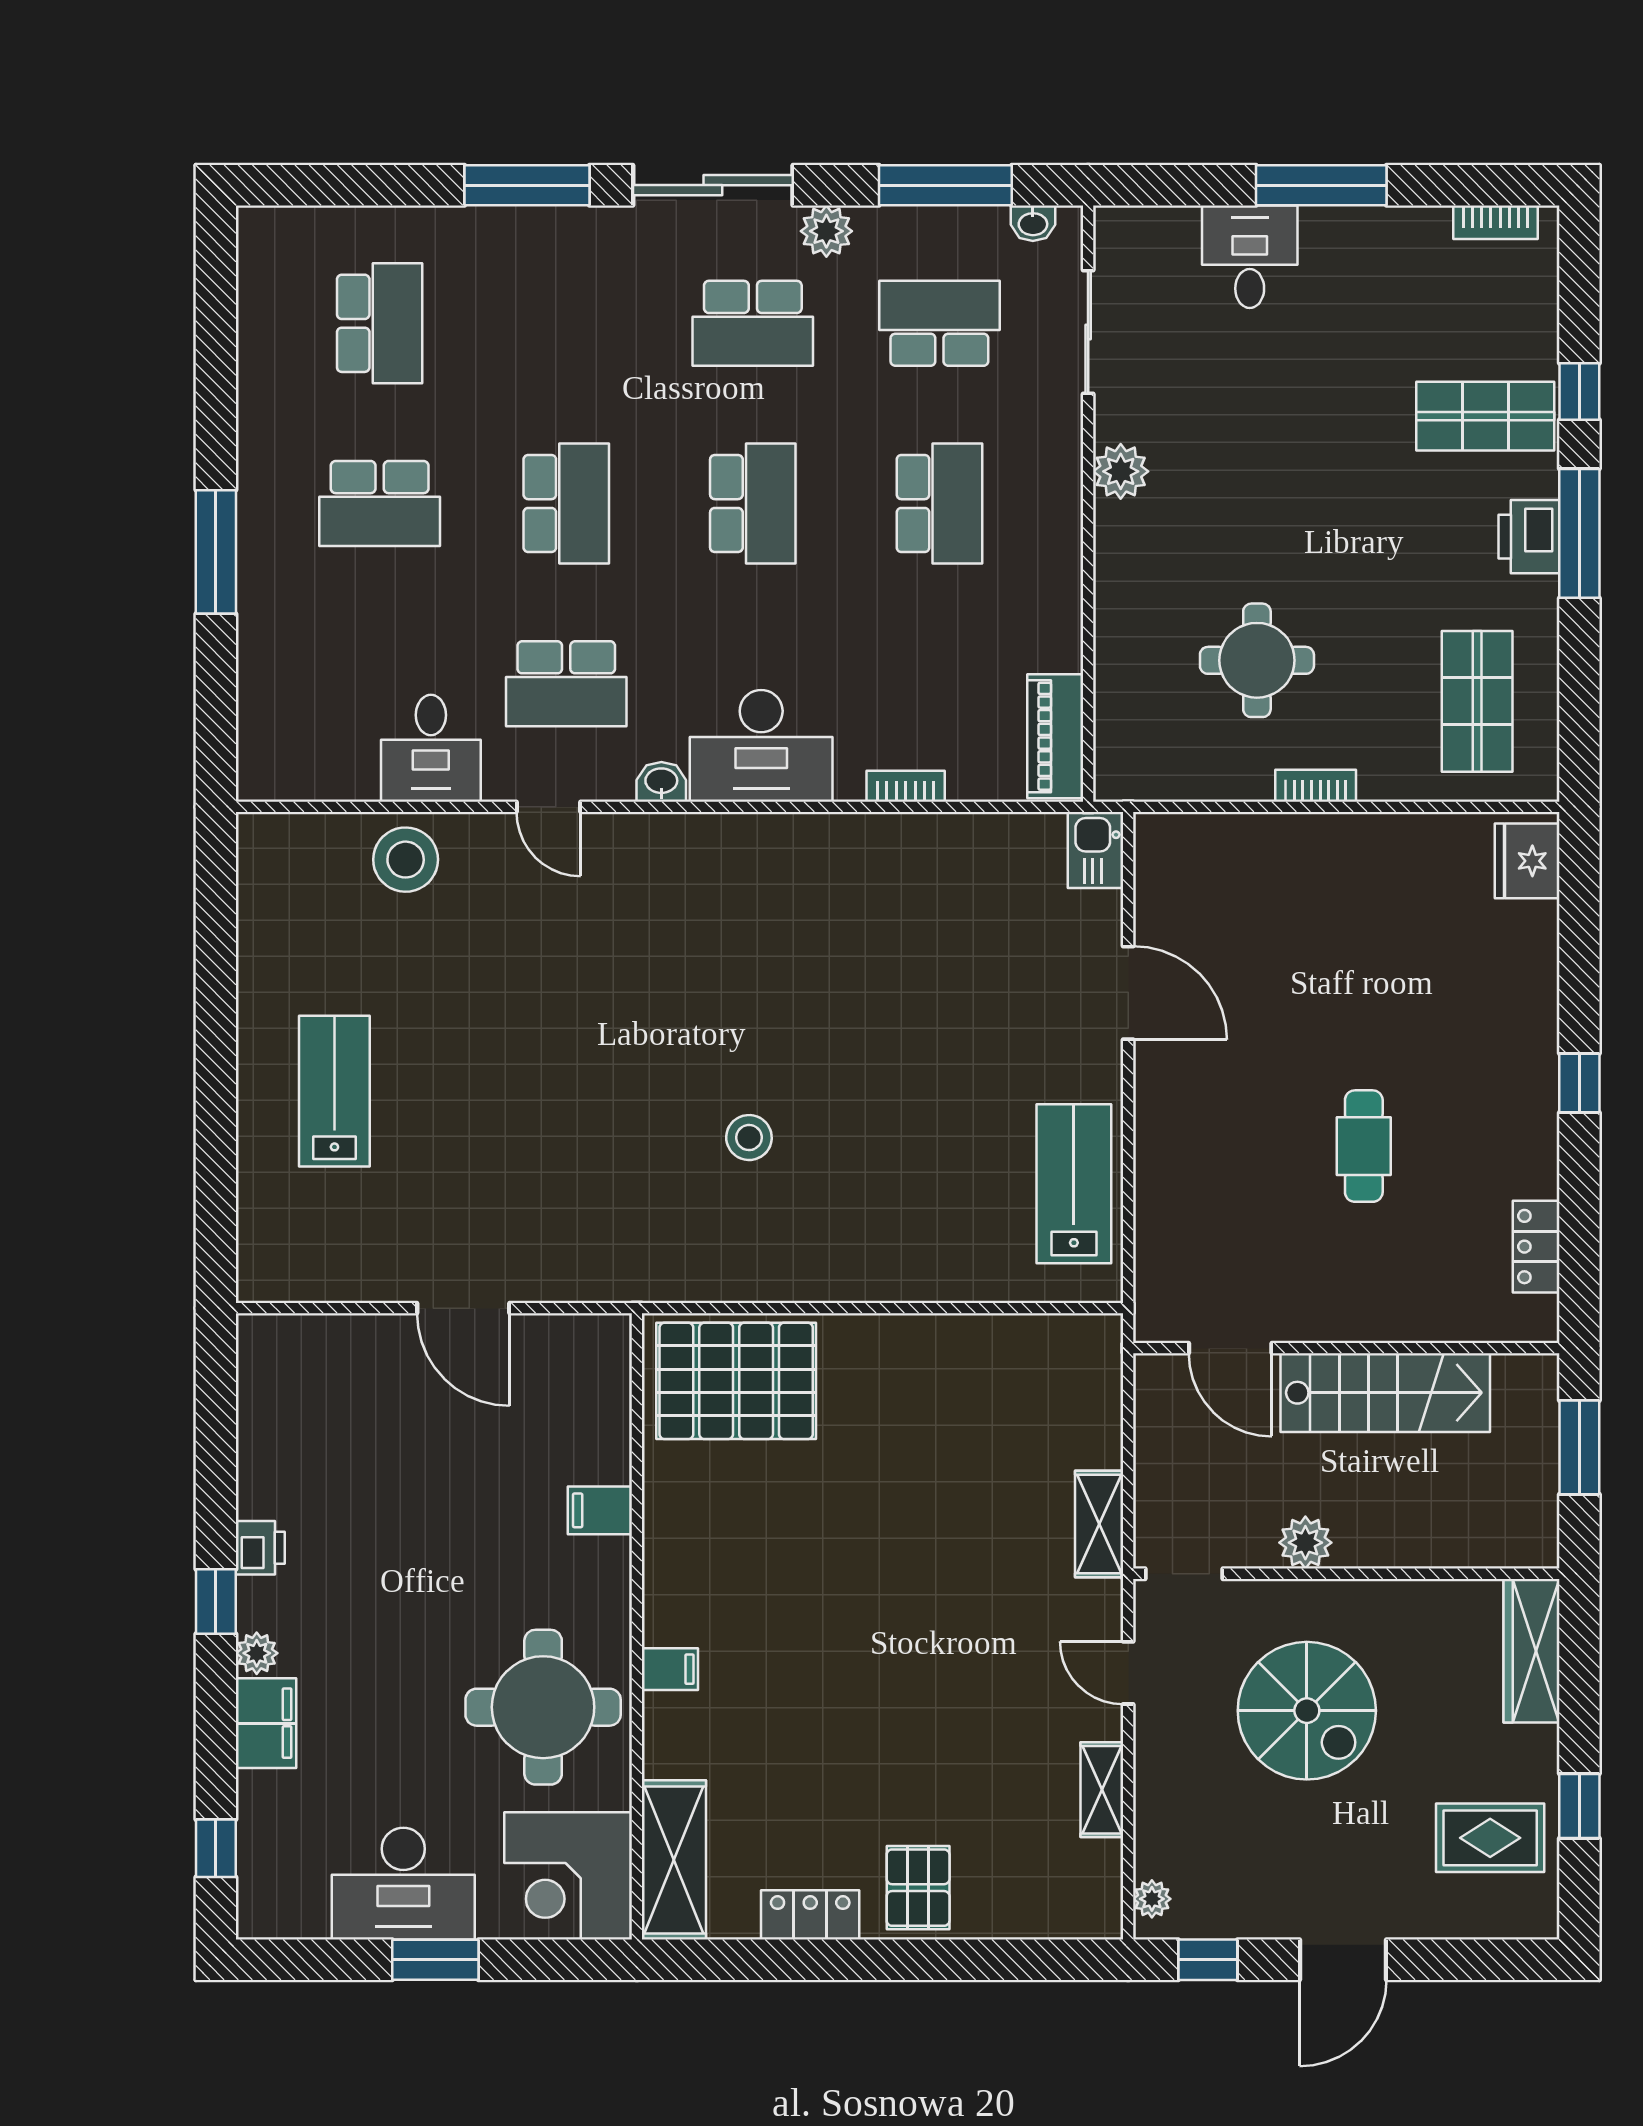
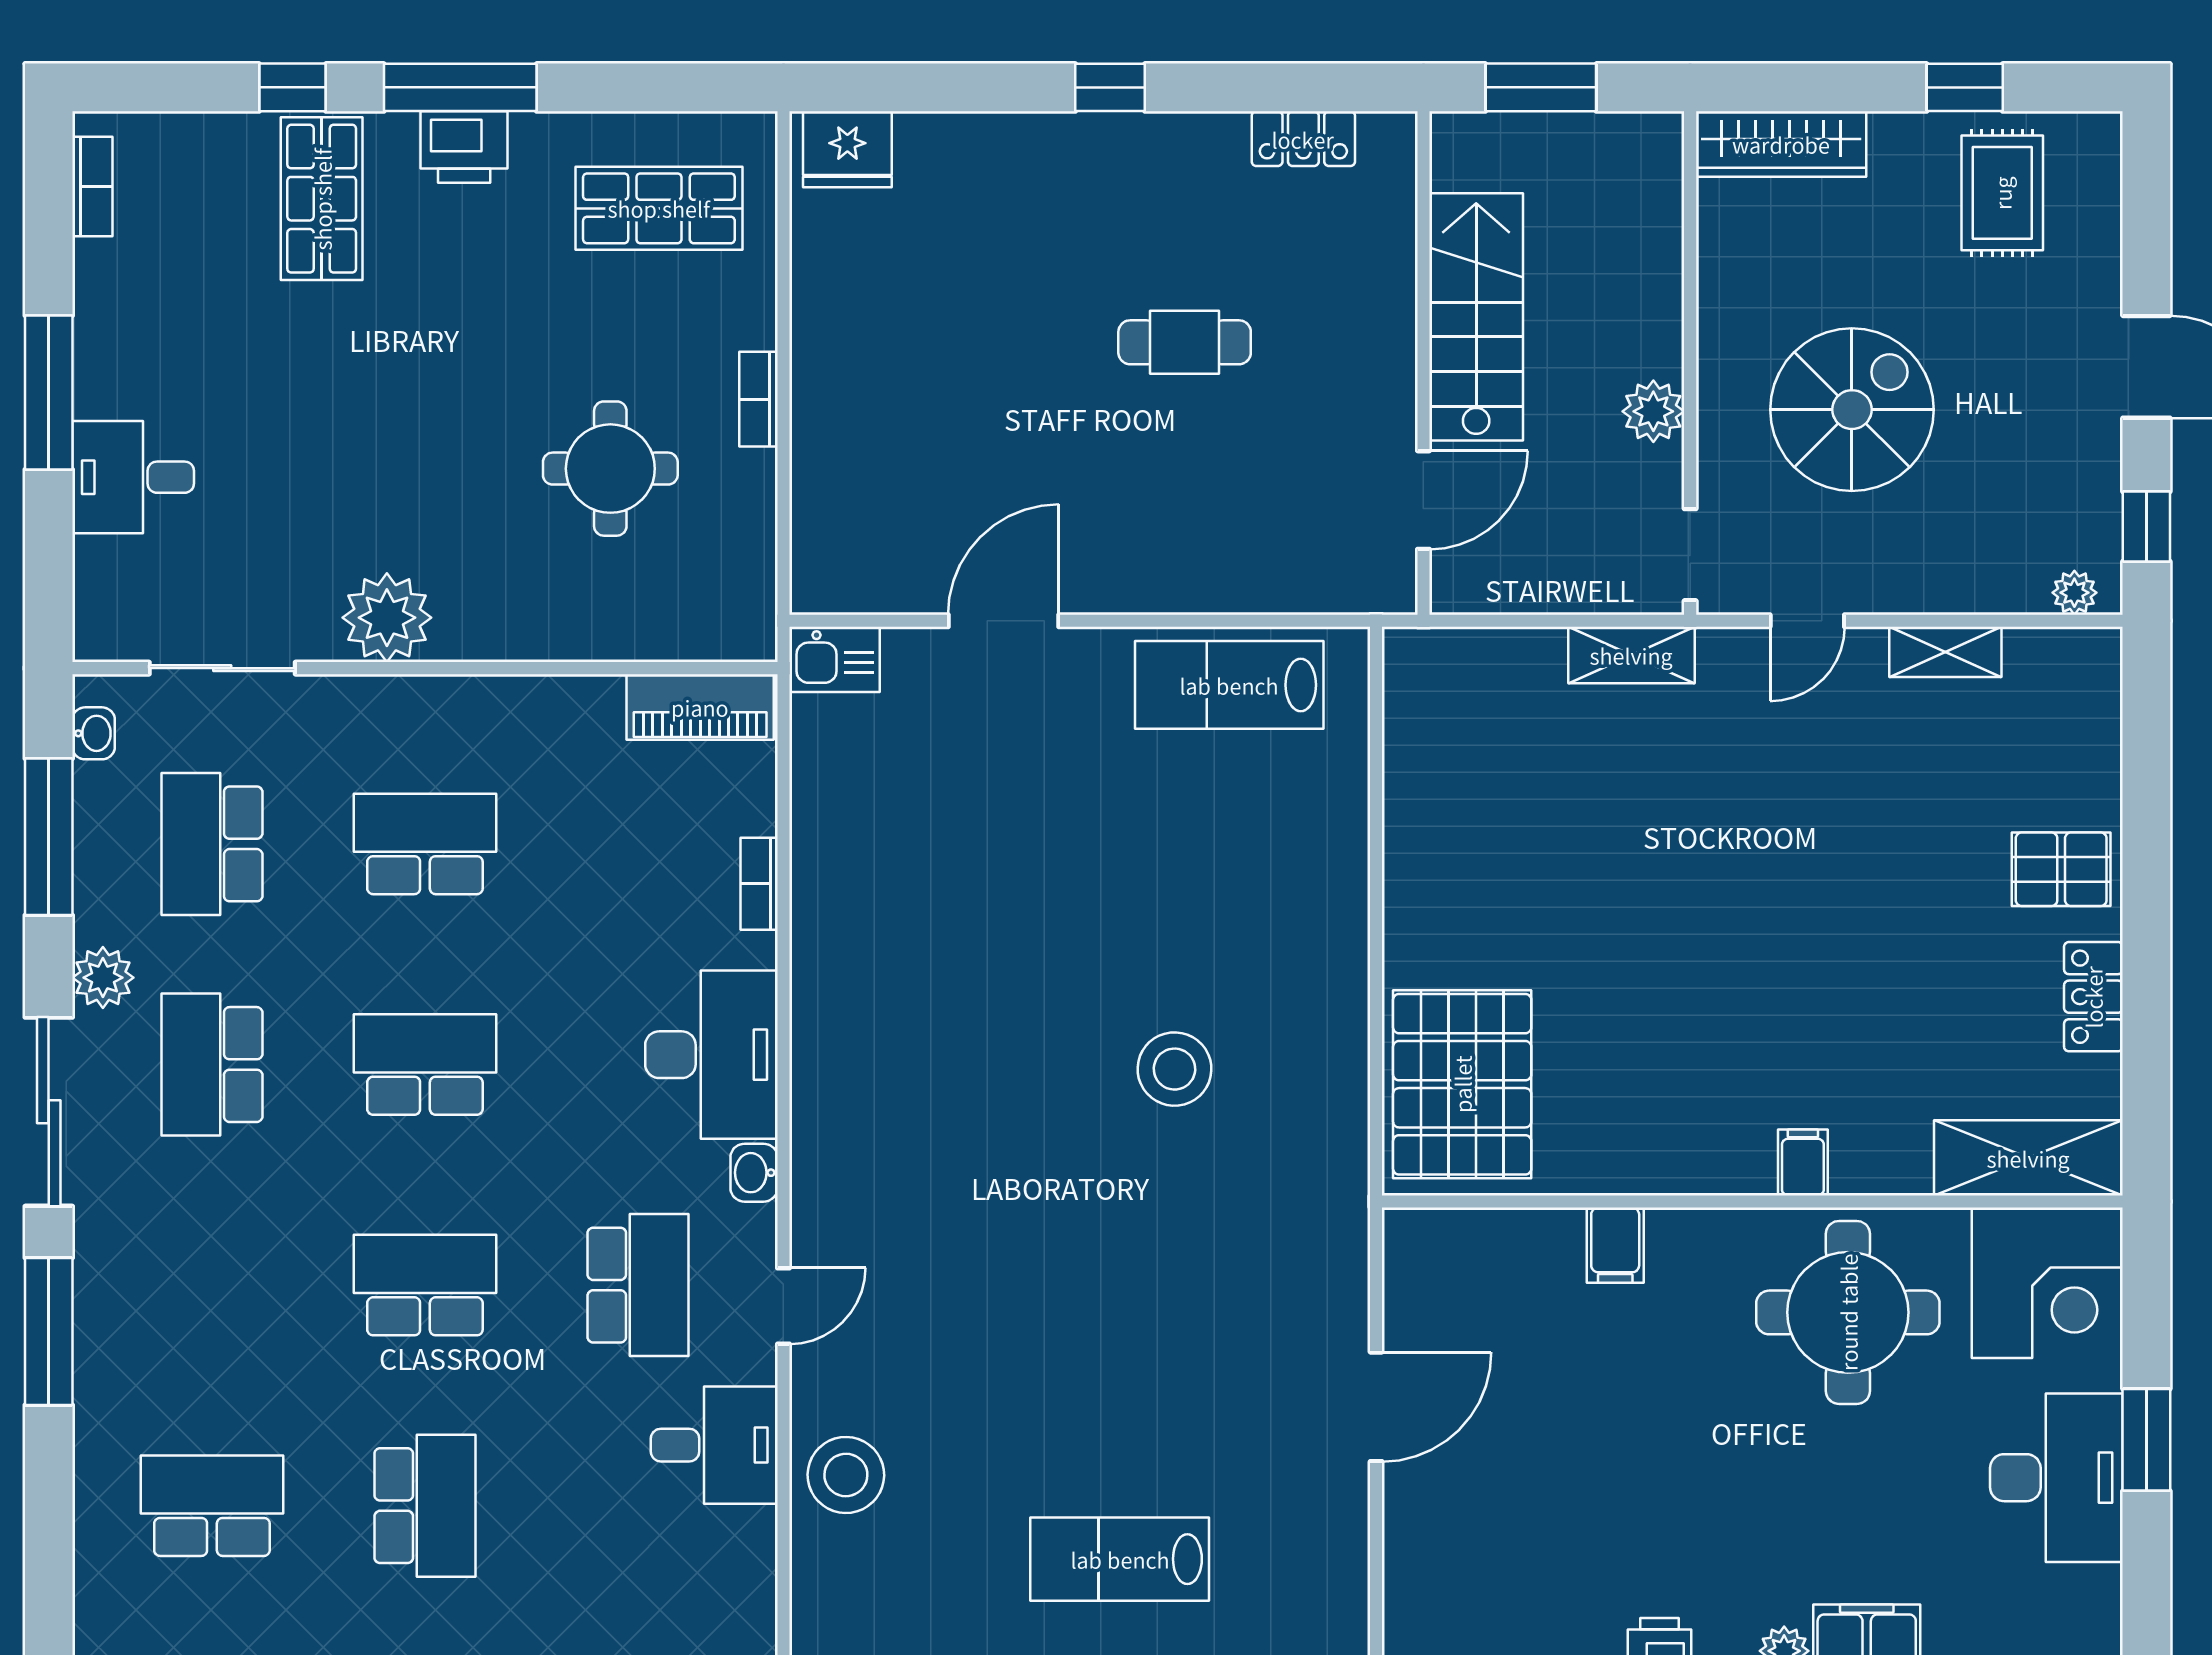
school desk: (753, 323) -> (212, 1065), turned 180
plant: (1121, 471) -> (387, 618), width x1.36, depth x1.36
stool: (749, 1138) -> (1174, 1069), width x1.38, depth x1.38

